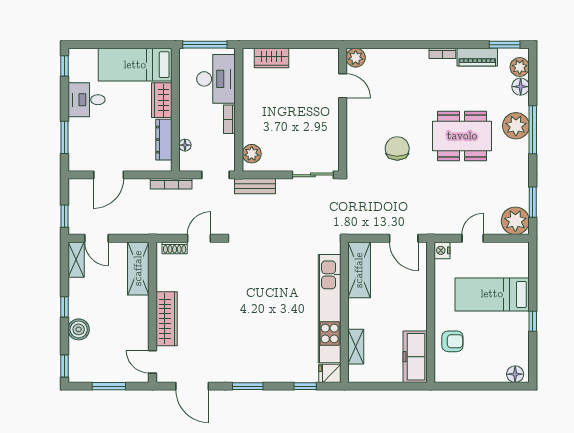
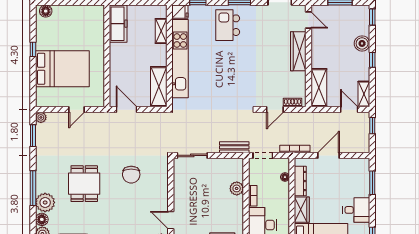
plant: (516, 126) -> (45, 202), moved
dining table: (462, 136) -> (84, 184), width x0.73
plant: (252, 154) -> (237, 188), moved
door: (109, 175) -> (328, 155), moved
plant: (515, 221) -> (41, 117), width x0.53, depth x0.53
nightstand: (442, 250) -> (99, 101), removed
bed: (492, 294) -> (62, 69), width x1.50
armchair: (452, 341) -> (91, 35), removed
kitchen island: (264, 355) -> (228, 25), added

